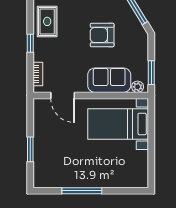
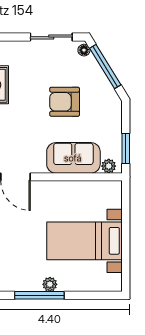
bed with nightstands: (118, 124) -> (85, 241), moved
plant: (90, 182) -> (50, 284), added

